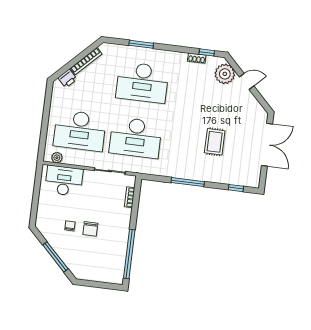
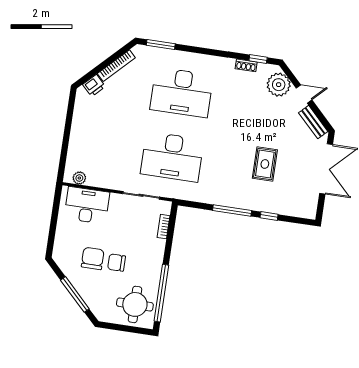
window: (141, 44) -> (161, 44), moved
bench: (255, 105) -> (313, 122), added
desk: (80, 131) -> (107, 147), removed
window: (236, 188) -> (269, 216), moved
chair: (70, 226) -> (93, 258), width x1.87, depth x1.87
chair: (90, 229) -> (116, 263), turned 90
round table: (107, 264) -> (135, 304), added

